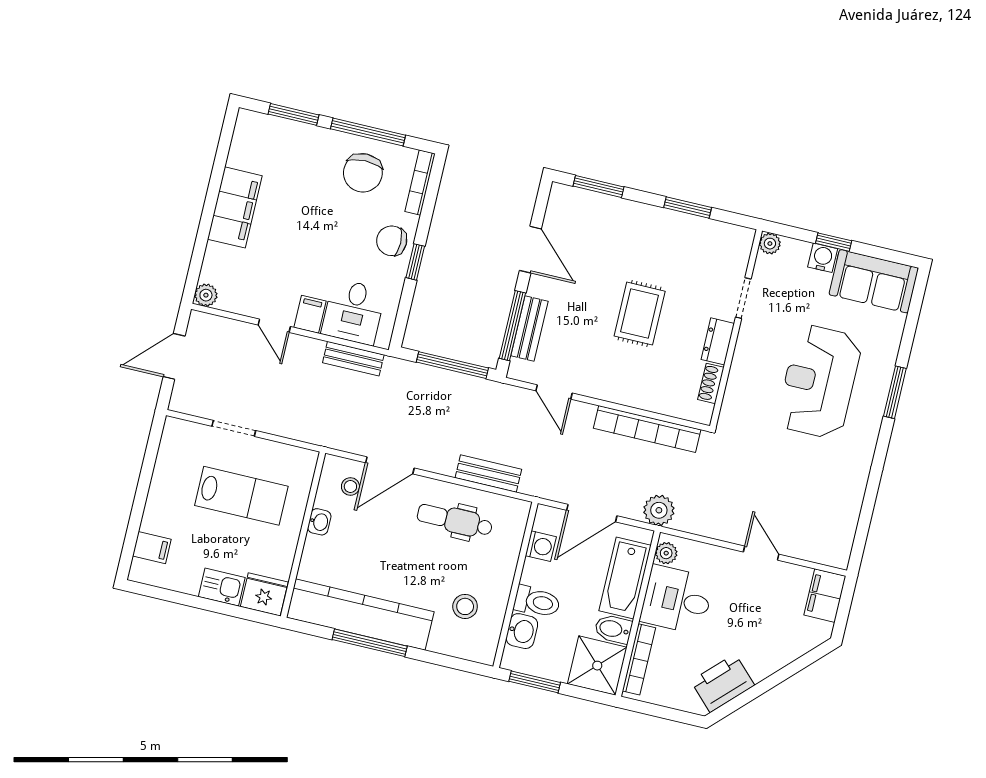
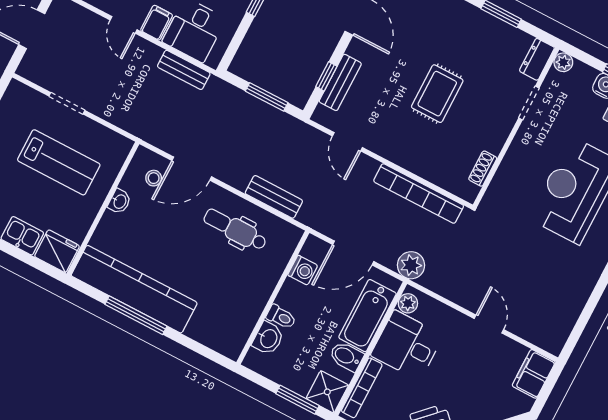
window: (512, 326) -> (326, 76), width x0.46
dresser: (718, 341) -> (537, 59), moved
window: (452, 365) -> (267, 97), width x0.69
toilet: (537, 602) -> (281, 317), width x0.73, depth x0.72
stool: (465, 606) -> (225, 305), removed
shower: (597, 666) -> (327, 392), width x0.73, depth x0.73
window: (535, 682) -> (297, 400), moved

